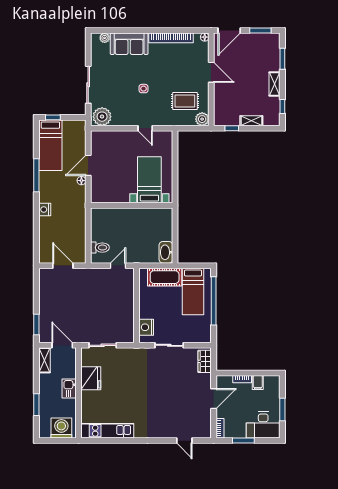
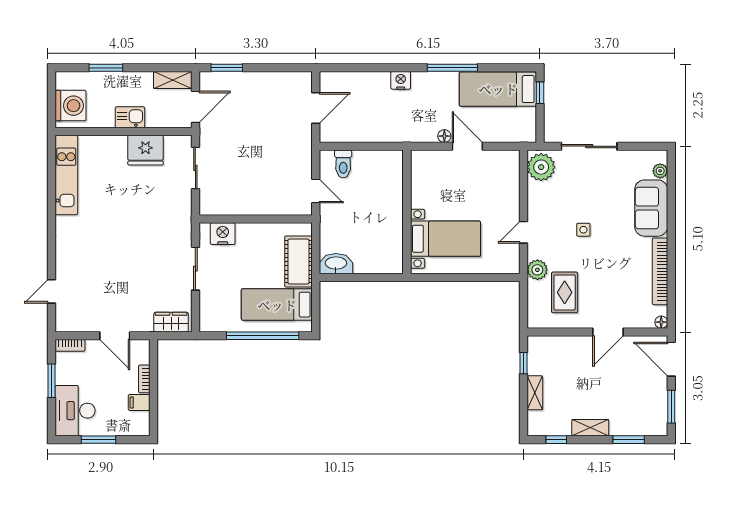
plant: (202, 119) -> (537, 270), moved

